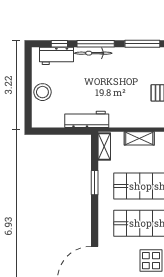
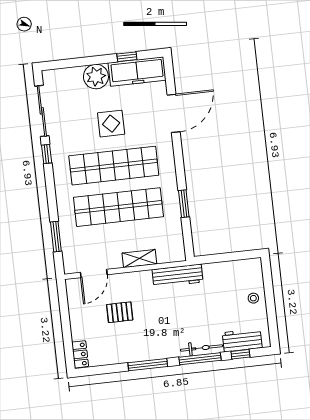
stool: (42, 92) -> (253, 298), width x0.53, depth x0.53
workbench: (87, 119) -> (178, 276), moved
shelving: (104, 147) -> (178, 245), removed

